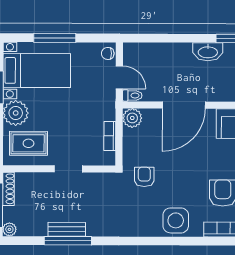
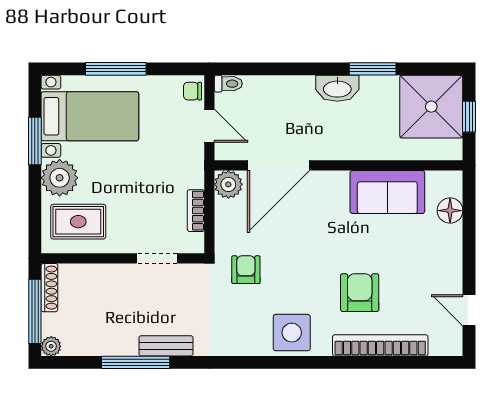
toilet: (132, 95) -> (228, 84), moved
door: (184, 105) -> (279, 165), moved
doorway: (68, 169) -> (157, 258), moved
bench: (67, 229) -> (166, 346), moved

